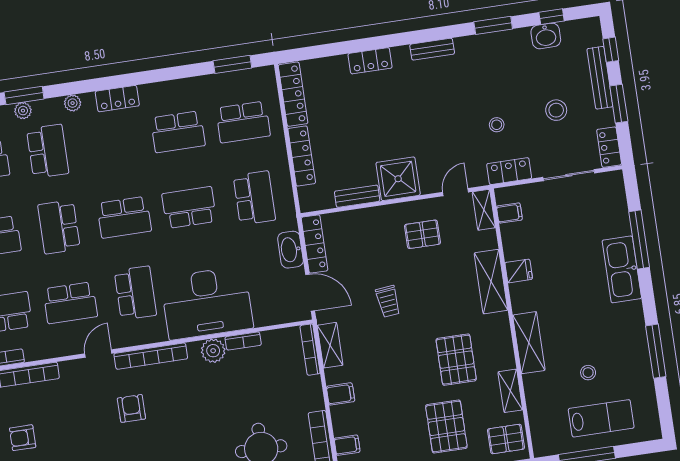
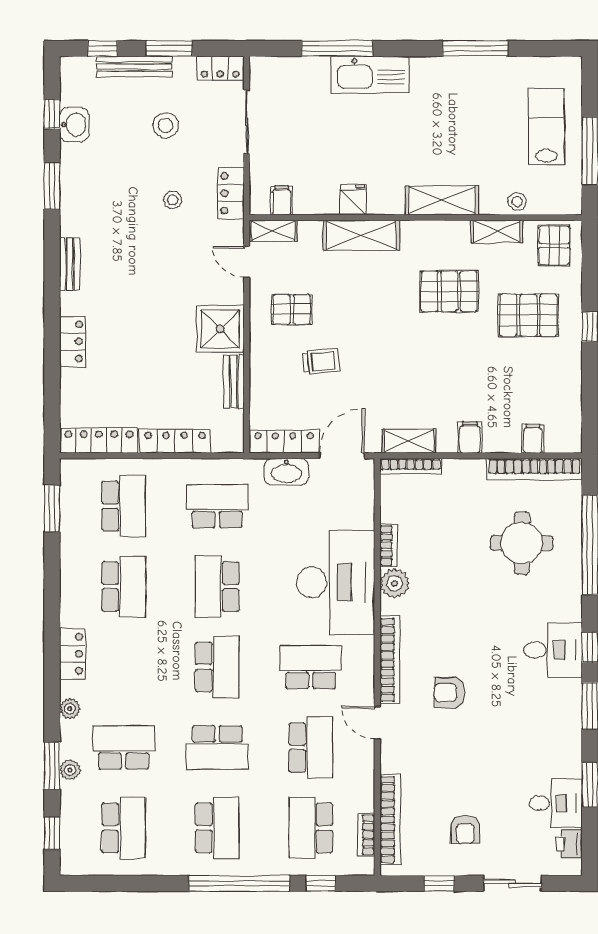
pallet: (422, 234) -> (292, 309), turned 90
trolley: (388, 301) -> (321, 361), moved
stool: (588, 373) -> (517, 201), moved

